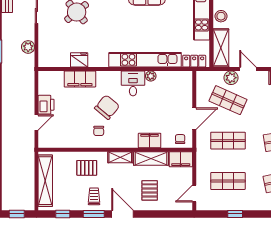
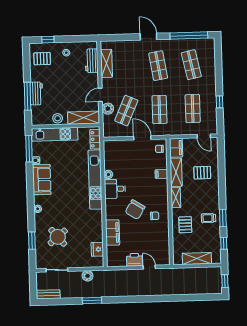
fridge: (79, 60) -> (97, 249), moved
chair: (107, 107) -> (135, 210), turned -98
filing cabinet: (150, 141) -> (161, 174), width x0.50
shelving: (45, 181) -> (197, 258), width x0.68
door: (123, 214) -> (222, 194), removed

